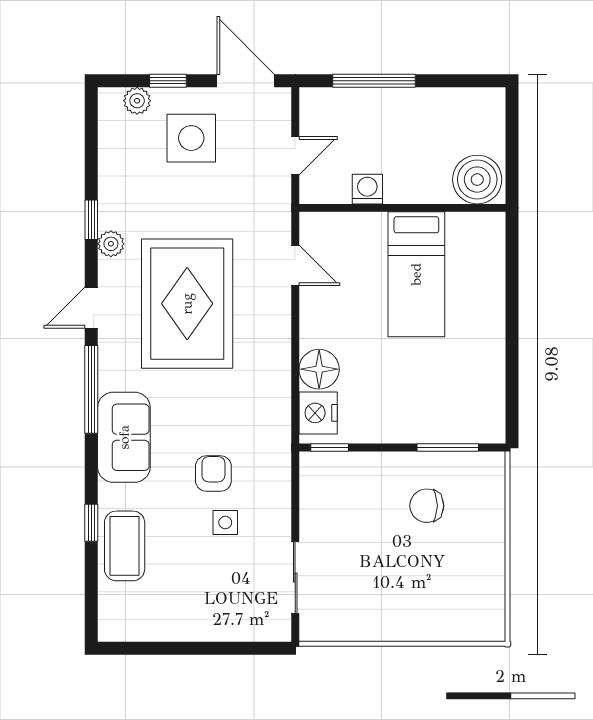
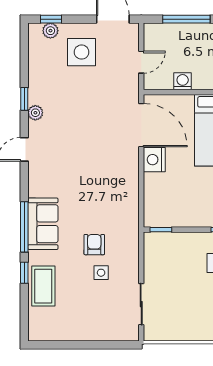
window: (168, 81) -> (51, 19), moved
door: (295, 265) -> (141, 125), width x1.88
rug: (187, 304) -> (79, 147), removed
floor lamp: (319, 369) -> (155, 185), removed
window: (91, 389) -> (24, 227), moved
nightstand: (318, 413) -> (154, 160), moved

